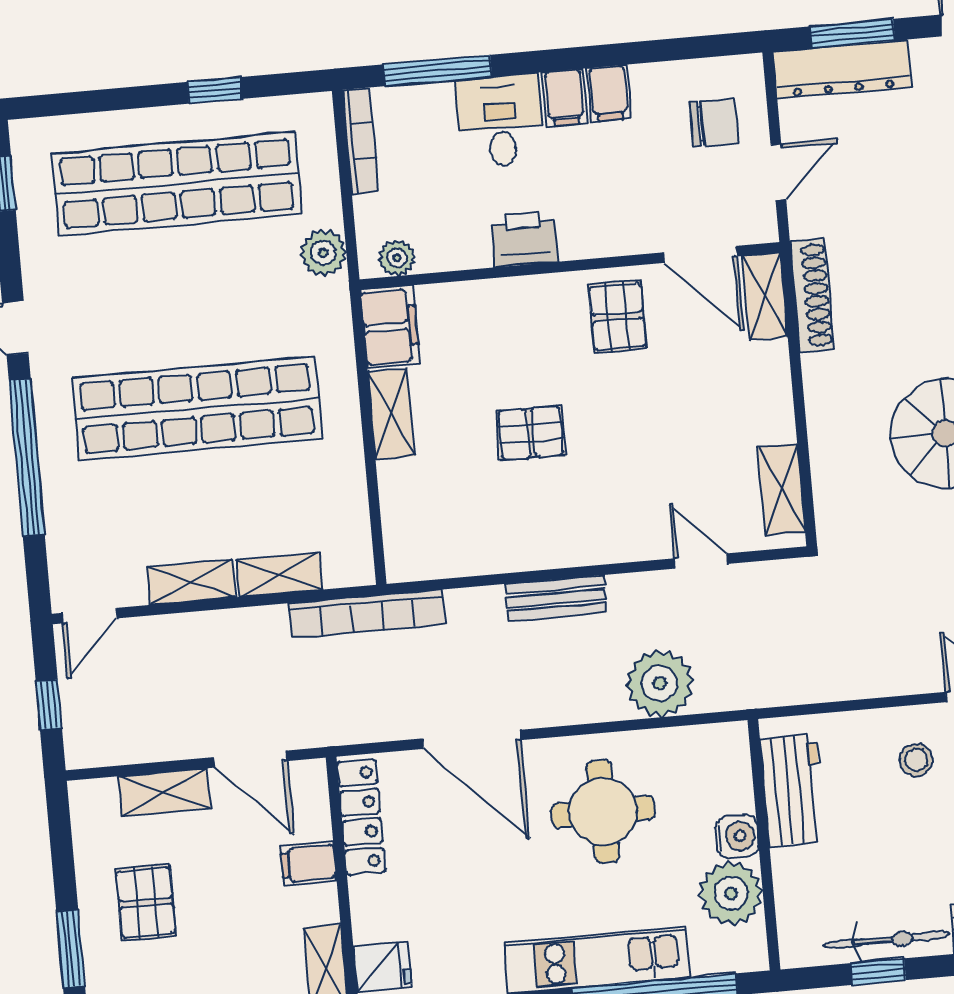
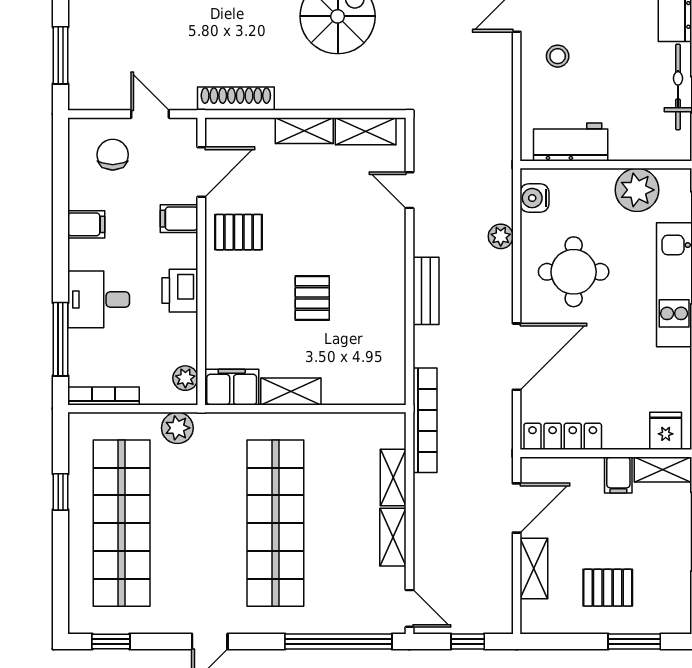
dresser: (842, 69) -> (84, 65), removed
filing cabinet: (565, 98) -> (179, 219), moved, turned 180
shelving: (765, 296) -> (304, 131), moved
window: (27, 457) -> (338, 642), moved
door: (701, 561) -> (410, 190), hinge flipped
plant: (660, 683) -> (501, 236), width x0.53, depth x0.53
water cooler: (737, 836) -> (535, 198), moved, turned -90
filing cabinet: (308, 863) -> (618, 475), moved

